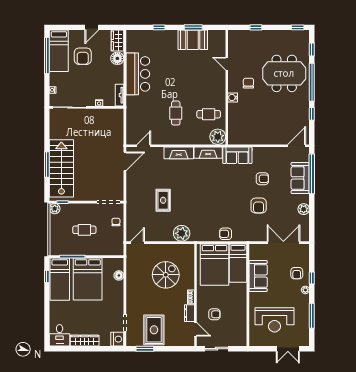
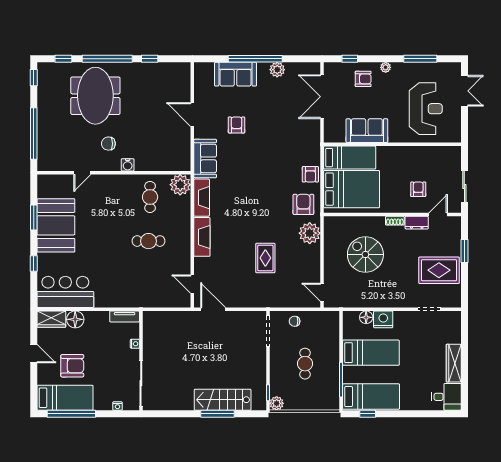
window: (256, 27) -> (34, 134), width x3.17
booth: (193, 40) -> (56, 225), width x1.36, depth x1.42
bar counter: (138, 74) -> (65, 292), moved
door: (297, 146) -> (192, 115), moved
stairs: (61, 168) -> (223, 400), width x0.73, depth x0.66
window: (312, 174) -> (255, 59), moved
rug: (163, 200) -> (265, 258), turned 90
armchair: (259, 206) -> (303, 204), moved, turned -90
window: (312, 278) -> (350, 59), moved
bed: (88, 279) -> (371, 353), width x0.67
nightstand: (117, 339) -> (383, 319), moved
window: (145, 349) -> (464, 251), moved

